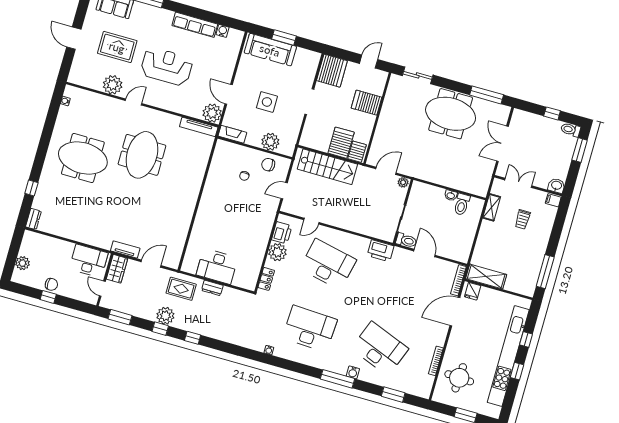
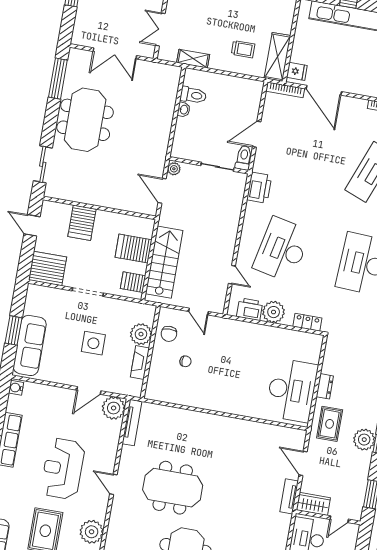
water cooler: (223, 31) -> (16, 388), moved
door: (134, 102) -> (113, 484), moved
fireplace: (232, 134) -> (140, 362), moved
server rack: (357, 152) -> (133, 282), moved
trolley: (523, 219) -> (243, 49), moved
desk: (217, 266) -> (292, 390), width x1.36, depth x1.30

